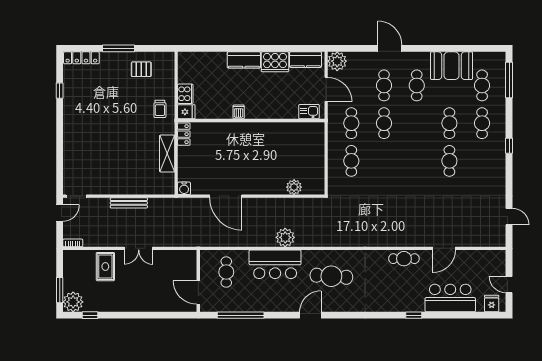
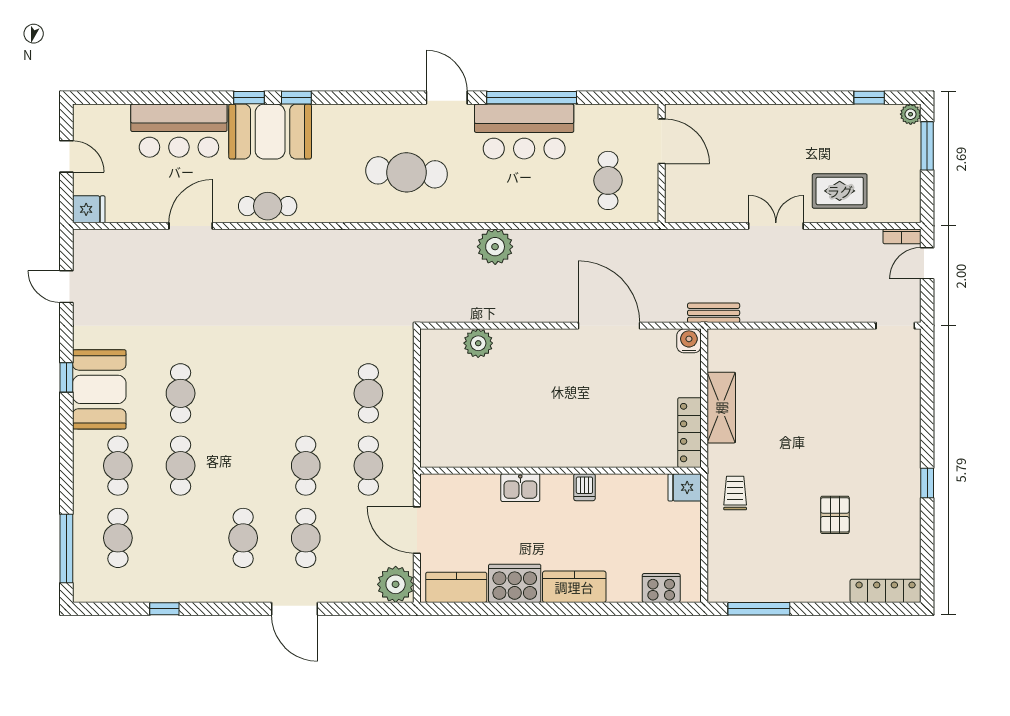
window: (118, 48) -> (759, 609), moved
window: (458, 48) -> (164, 609), added
booth: (451, 66) -> (99, 389), moved, turned 90
pallet: (141, 69) -> (835, 515), moved, turned 90
window: (60, 91) -> (927, 483), moved
cooker: (185, 94) -> (661, 588), moved, turned 90
kitchen sink: (309, 112) -> (520, 488), moved
locker: (184, 134) -> (689, 433), width x1.53
window: (509, 146) -> (66, 377), moved
bench: (129, 203) -> (714, 313), moved, width x0.73
door: (60, 213) -> (927, 263), moved
bar counter: (275, 264) -> (524, 131), moved, turned 180
rug: (105, 267) -> (840, 191), turned 90
booth: (403, 298) -> (270, 132), added
plant: (73, 302) -> (911, 114), width x0.53, depth x0.53
fridge: (492, 304) -> (89, 209), moved, turned -90
window: (241, 315) -> (532, 98), moved
door: (310, 315) -> (447, 98), swing flipped
window: (389, 315) -> (296, 98), added

